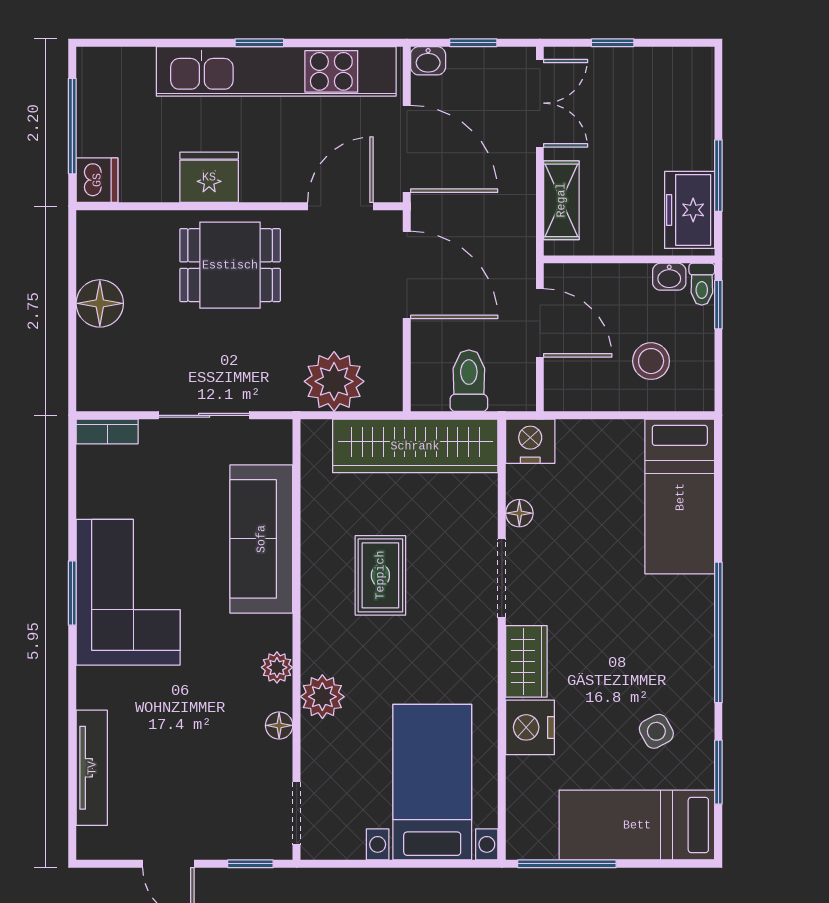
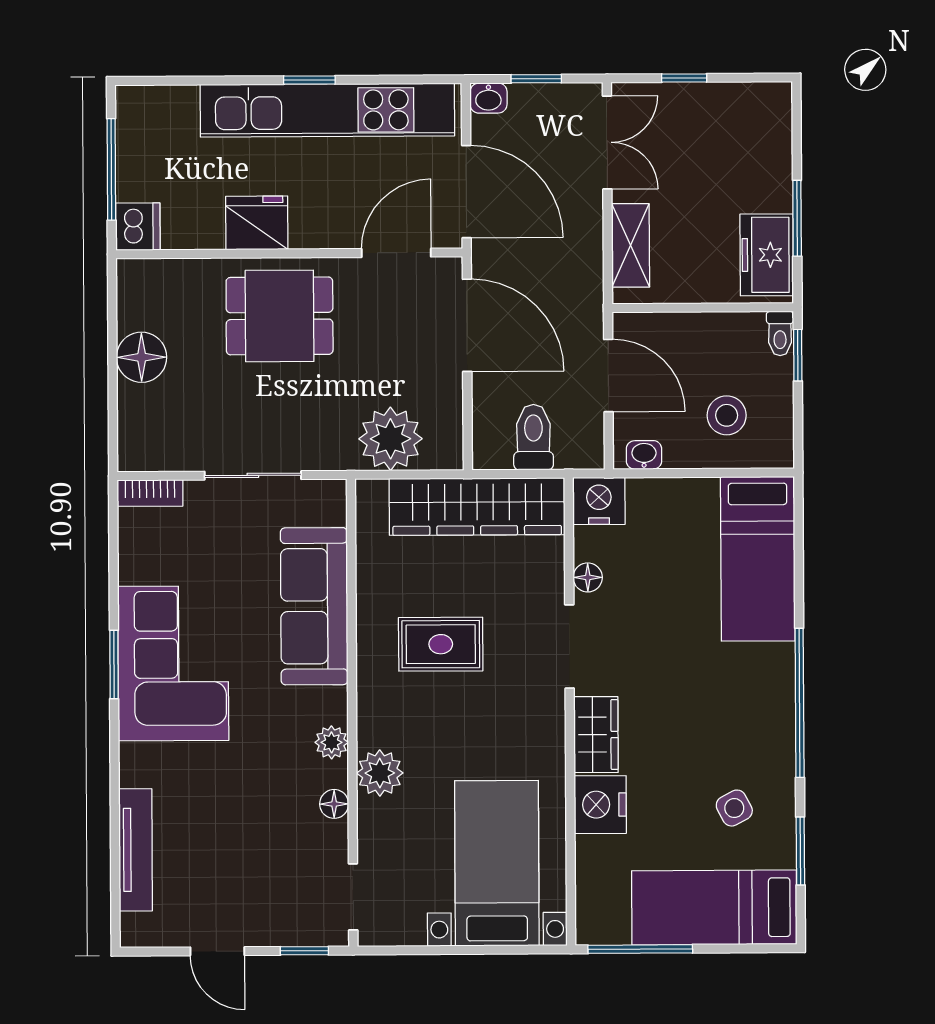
washbasin: (669, 277) -> (644, 455), moved, turned 180
rug: (380, 575) -> (441, 644), turned 90

